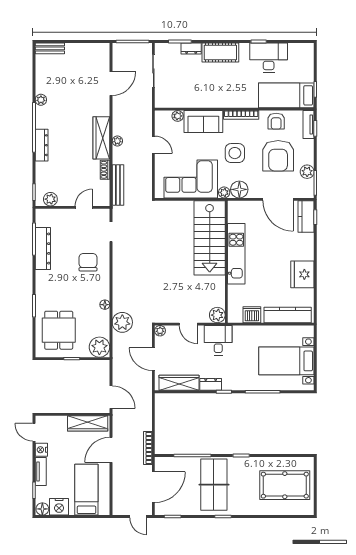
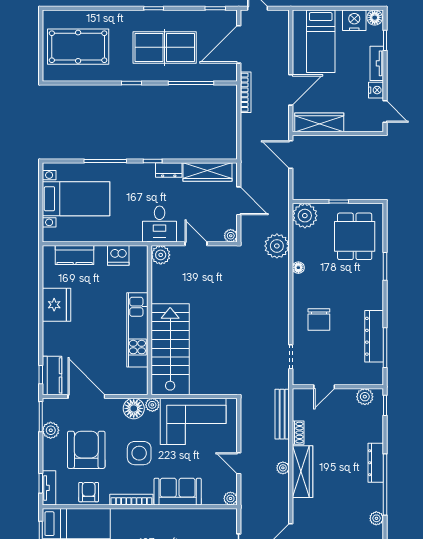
plant: (178, 116) -> (230, 498), moved
kitchen counter: (288, 315) -> (75, 255), width x0.67
table tennis table: (214, 485) -> (165, 47), turned 90

